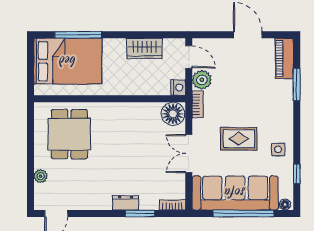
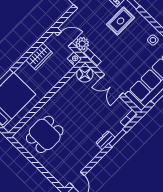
dining table: (69, 134) -> (45, 134), turned 90
rug: (239, 139) -> (121, 21), moved
plant: (40, 176) -> (51, 169), removed

